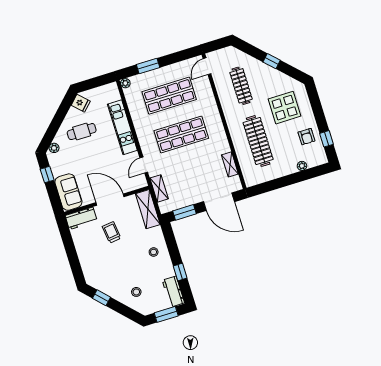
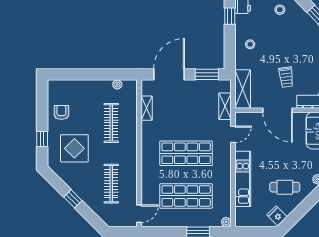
window: (326, 139) -> (42, 139), moved
clothes rail: (258, 141) -> (111, 123), width x0.73, depth x0.76
plant: (302, 166) -> (117, 85), moved
door: (219, 202) -> (169, 74), hinge flipped

